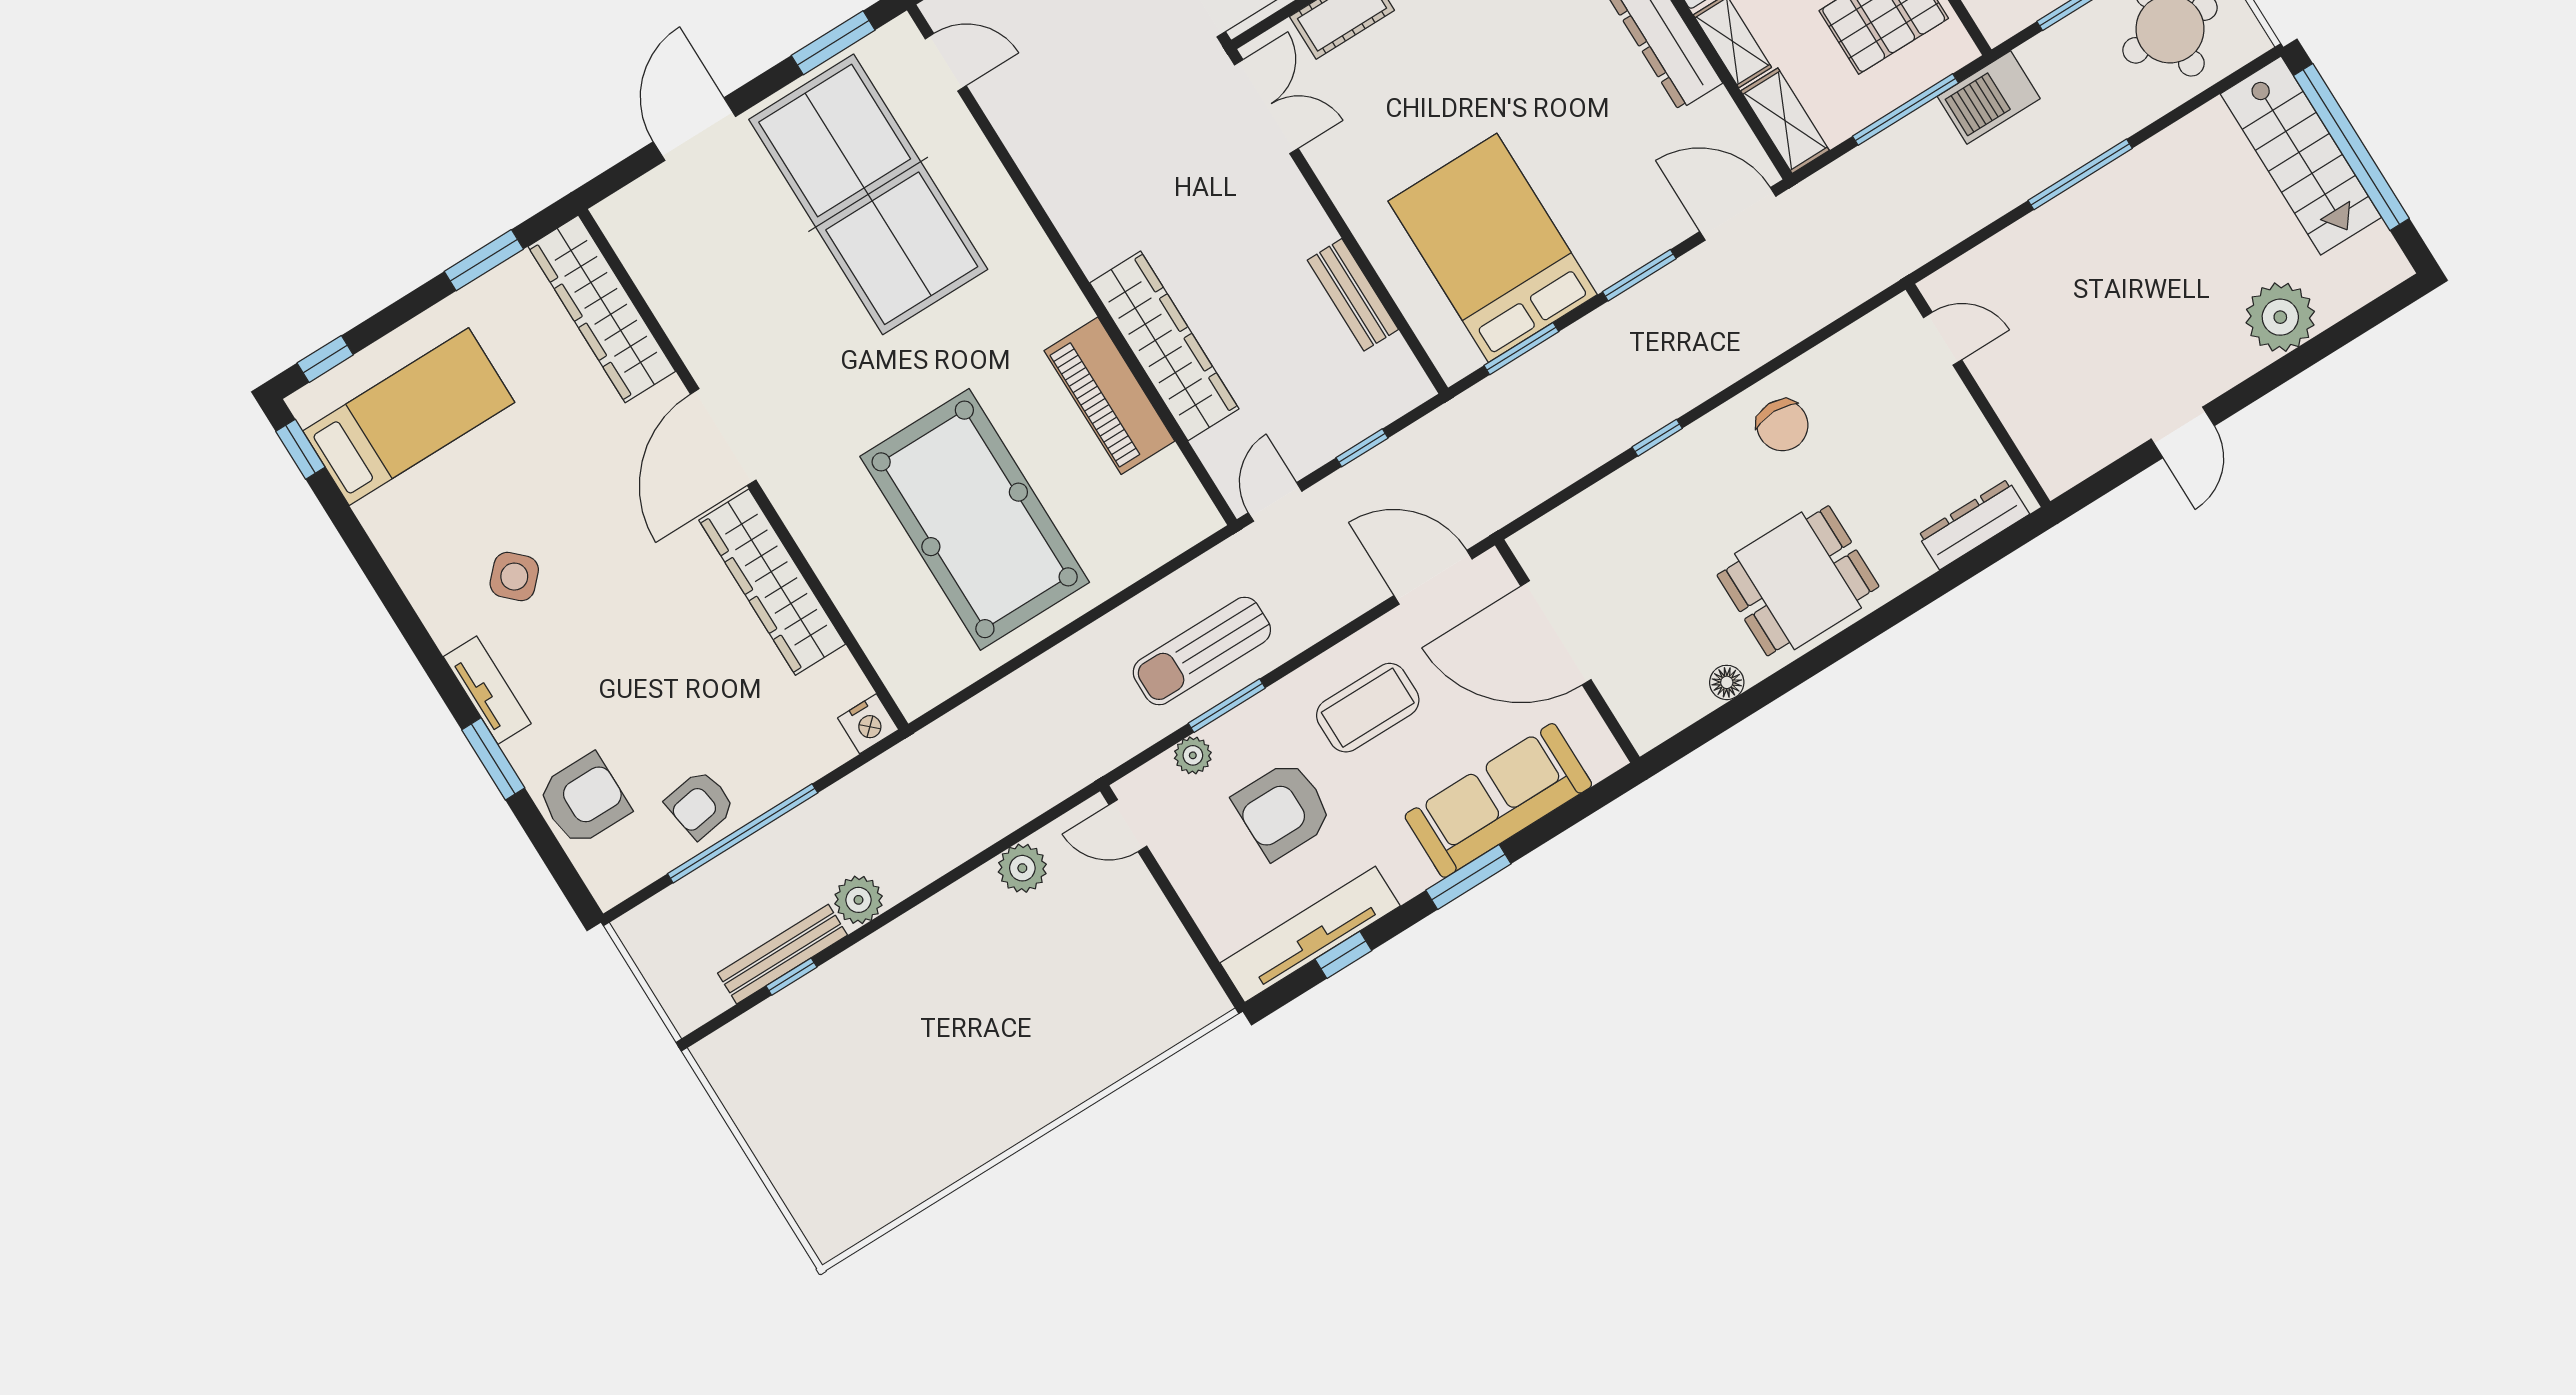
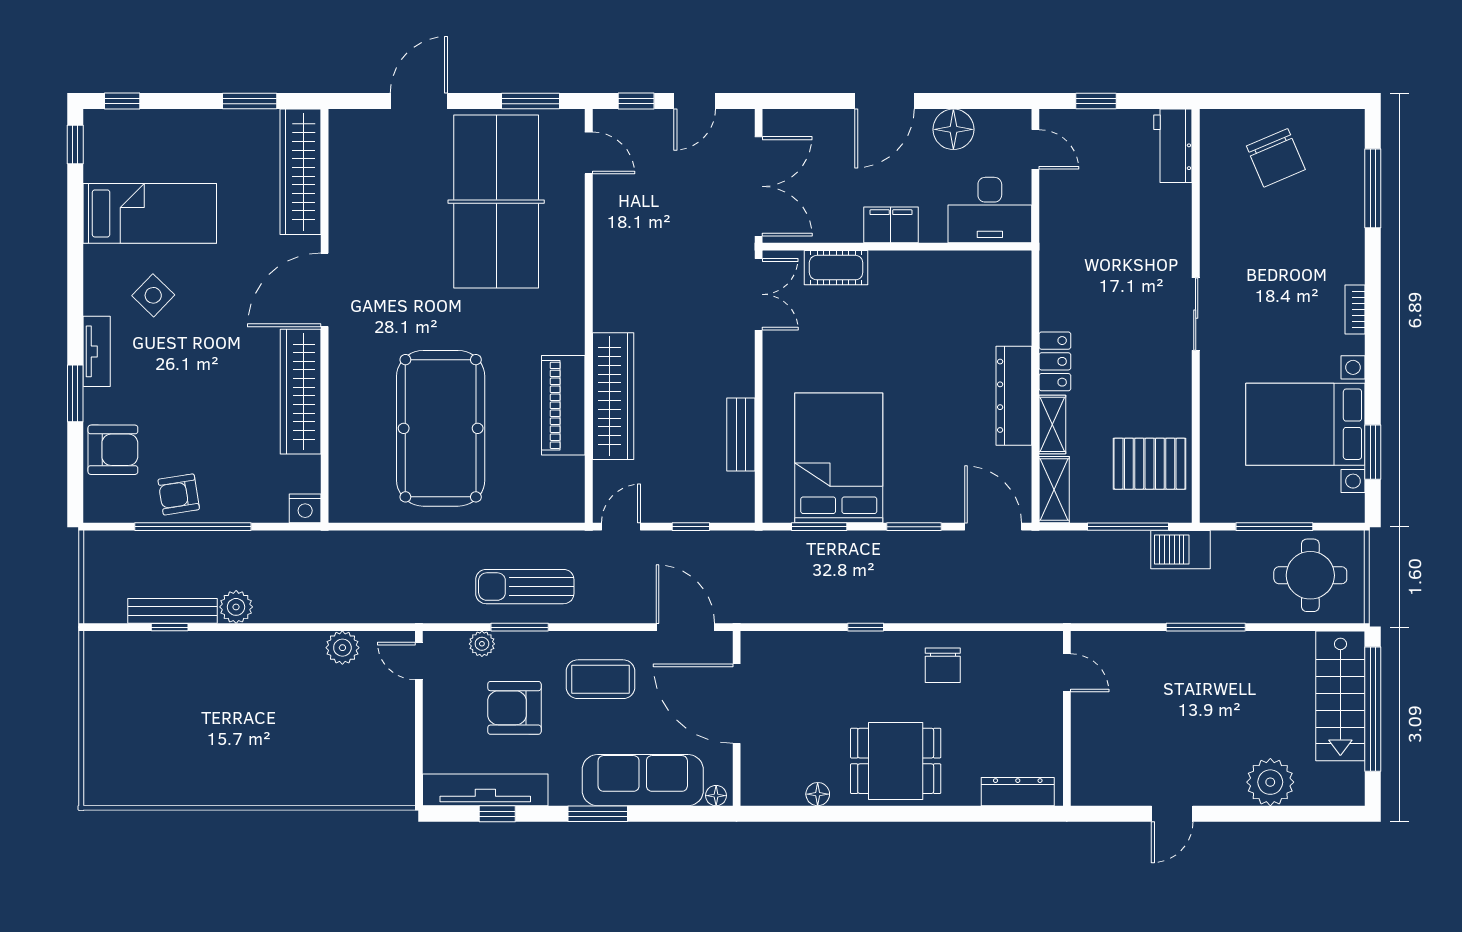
bed: (409, 417) -> (150, 213), moved
floor lamp: (1601, 763) -> (716, 796), added

